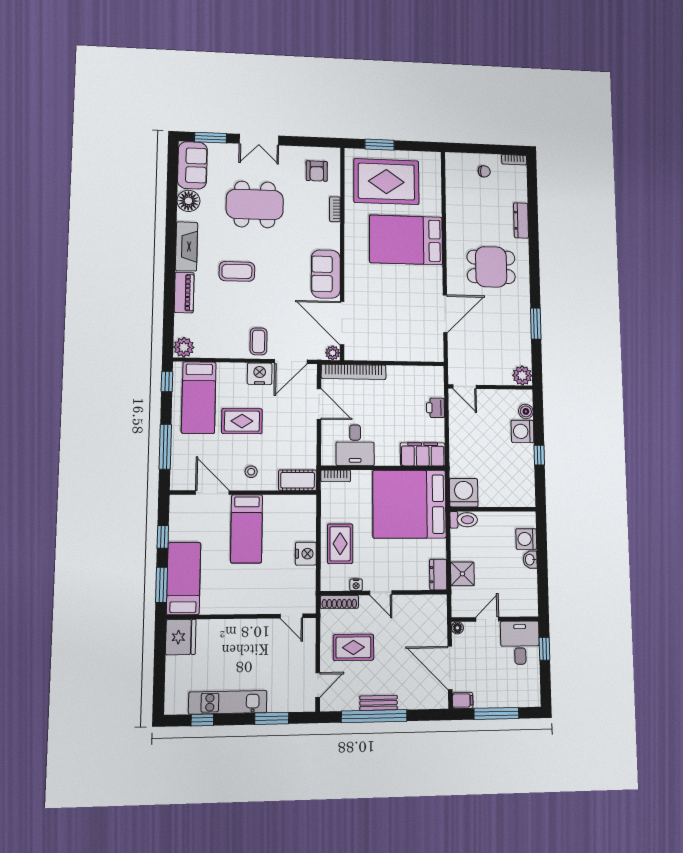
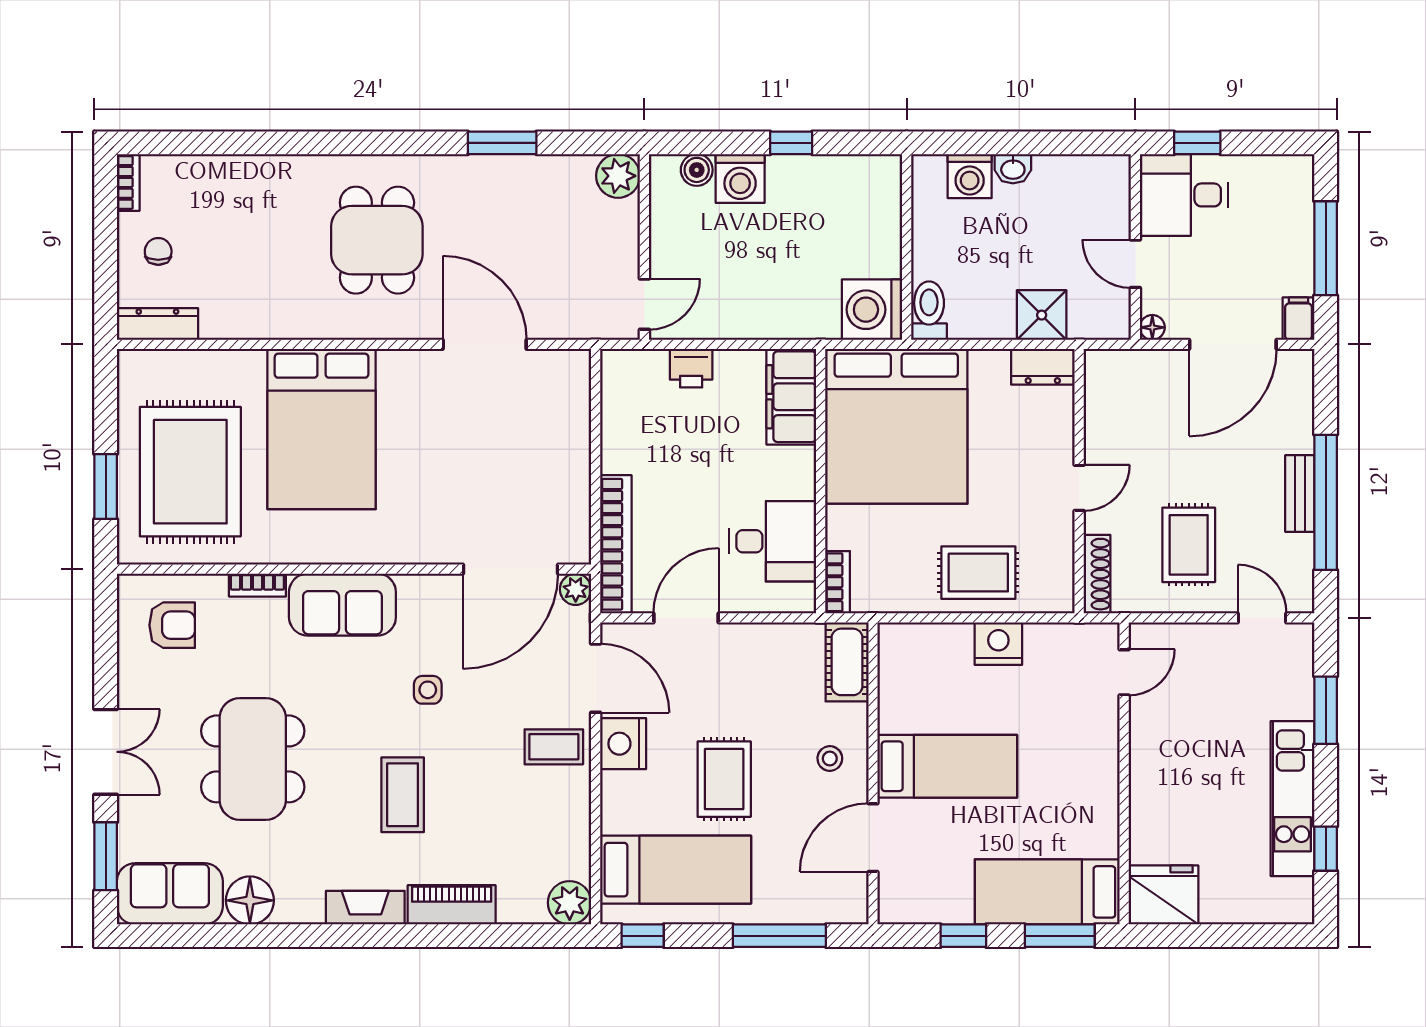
dresser: (521, 220) -> (157, 324), moved, turned 180
fireplace: (186, 246) -> (365, 908), width x0.73, depth x0.76
sofa: (326, 274) -> (342, 605), moved
side table: (286, 284) -> (428, 690), added
nightstand: (356, 585) -> (1063, 539), removed

